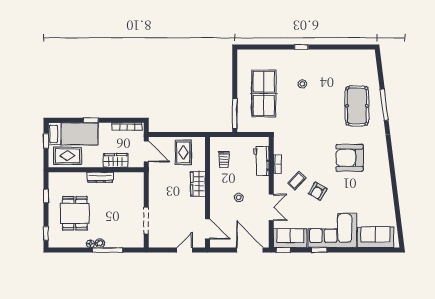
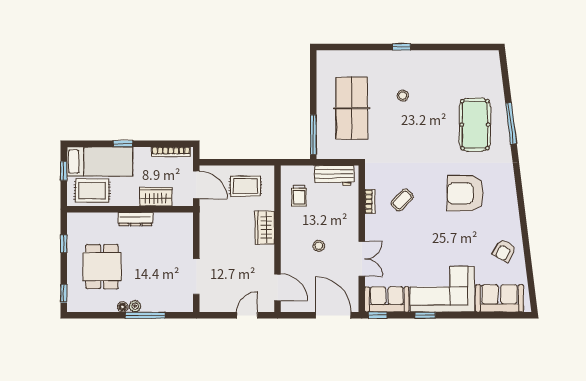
rug: (183, 152) -> (245, 186), turned 90
workbench: (261, 161) -> (334, 175), moved, turned -90
coffee table: (297, 181) -> (402, 200), moved
armchair: (318, 191) -> (504, 251), moved

